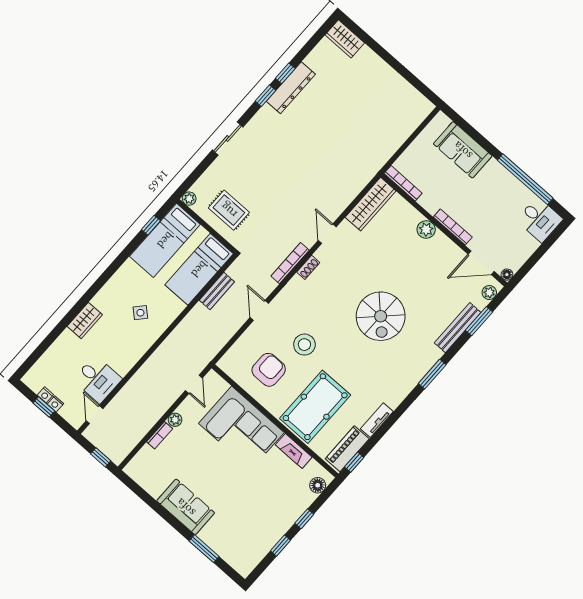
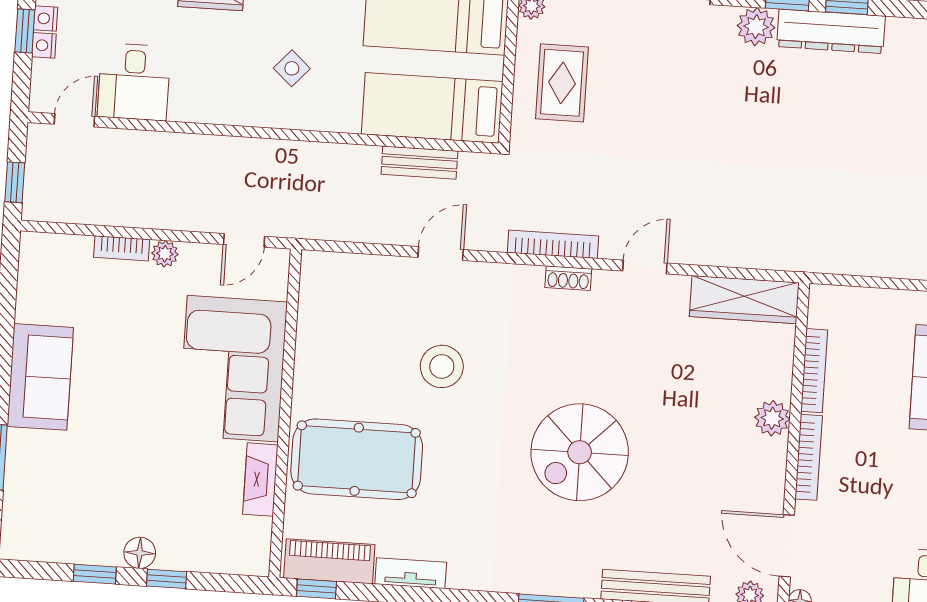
plant: (266, 116) -> (756, 27), added
bookcase: (403, 183) -> (814, 371), moved
armchair: (269, 370) -> (358, 341), removed
floor lamp: (318, 485) -> (140, 553), moved

